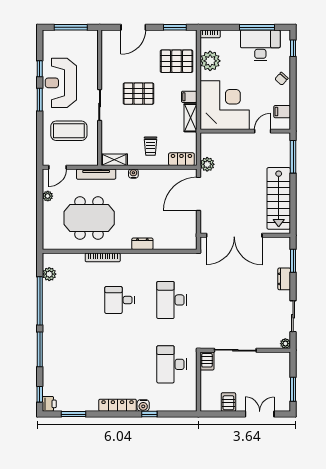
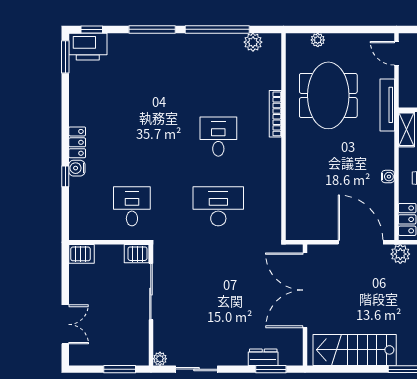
water cooler: (133, 174) -> (388, 177), moved
plant: (48, 196) -> (318, 40), moved
dresser: (142, 244) -> (294, 167), removed
dresser: (284, 279) -> (263, 357), moved
desk: (172, 364) -> (132, 206), width x0.73
window: (293, 389) -> (120, 369), moved
server rack: (228, 402) -> (81, 254), moved
printer: (49, 404) -> (88, 47), width x1.87, depth x1.48
locker: (118, 405) -> (77, 142), width x0.66
window: (73, 414) -> (65, 57), moved

